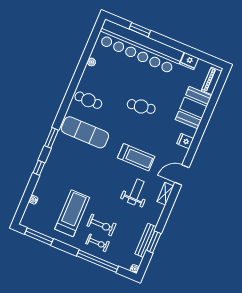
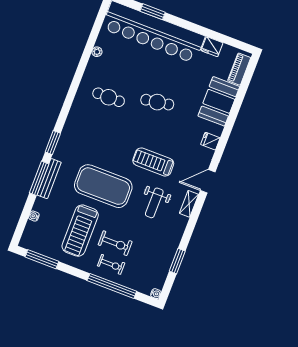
cafe table: (88, 100) -> (109, 97), moved
exercise mat: (85, 132) -> (103, 186), moved, width x1.47
treadmill: (136, 157) -> (153, 162), turned 180
window: (39, 168) -> (39, 178), width x2.17
weight bench: (136, 192) -> (154, 203), turned 180
treadmill: (72, 213) -> (80, 231), turned 180
bench: (146, 240) -> (49, 179), moved

